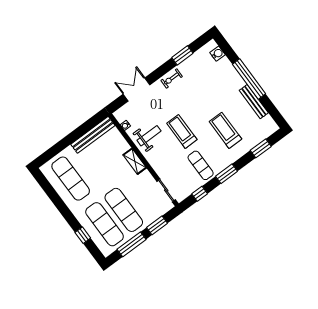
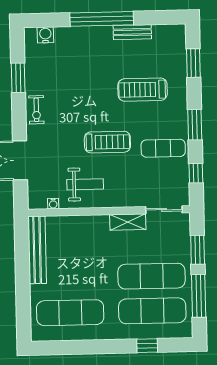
bench: (254, 102) -> (132, 32), width x0.73
treadmill: (182, 131) -> (107, 142), turned 180
weight bench: (149, 136) -> (85, 184), turned 90
shelving: (135, 161) -> (128, 222), moved

